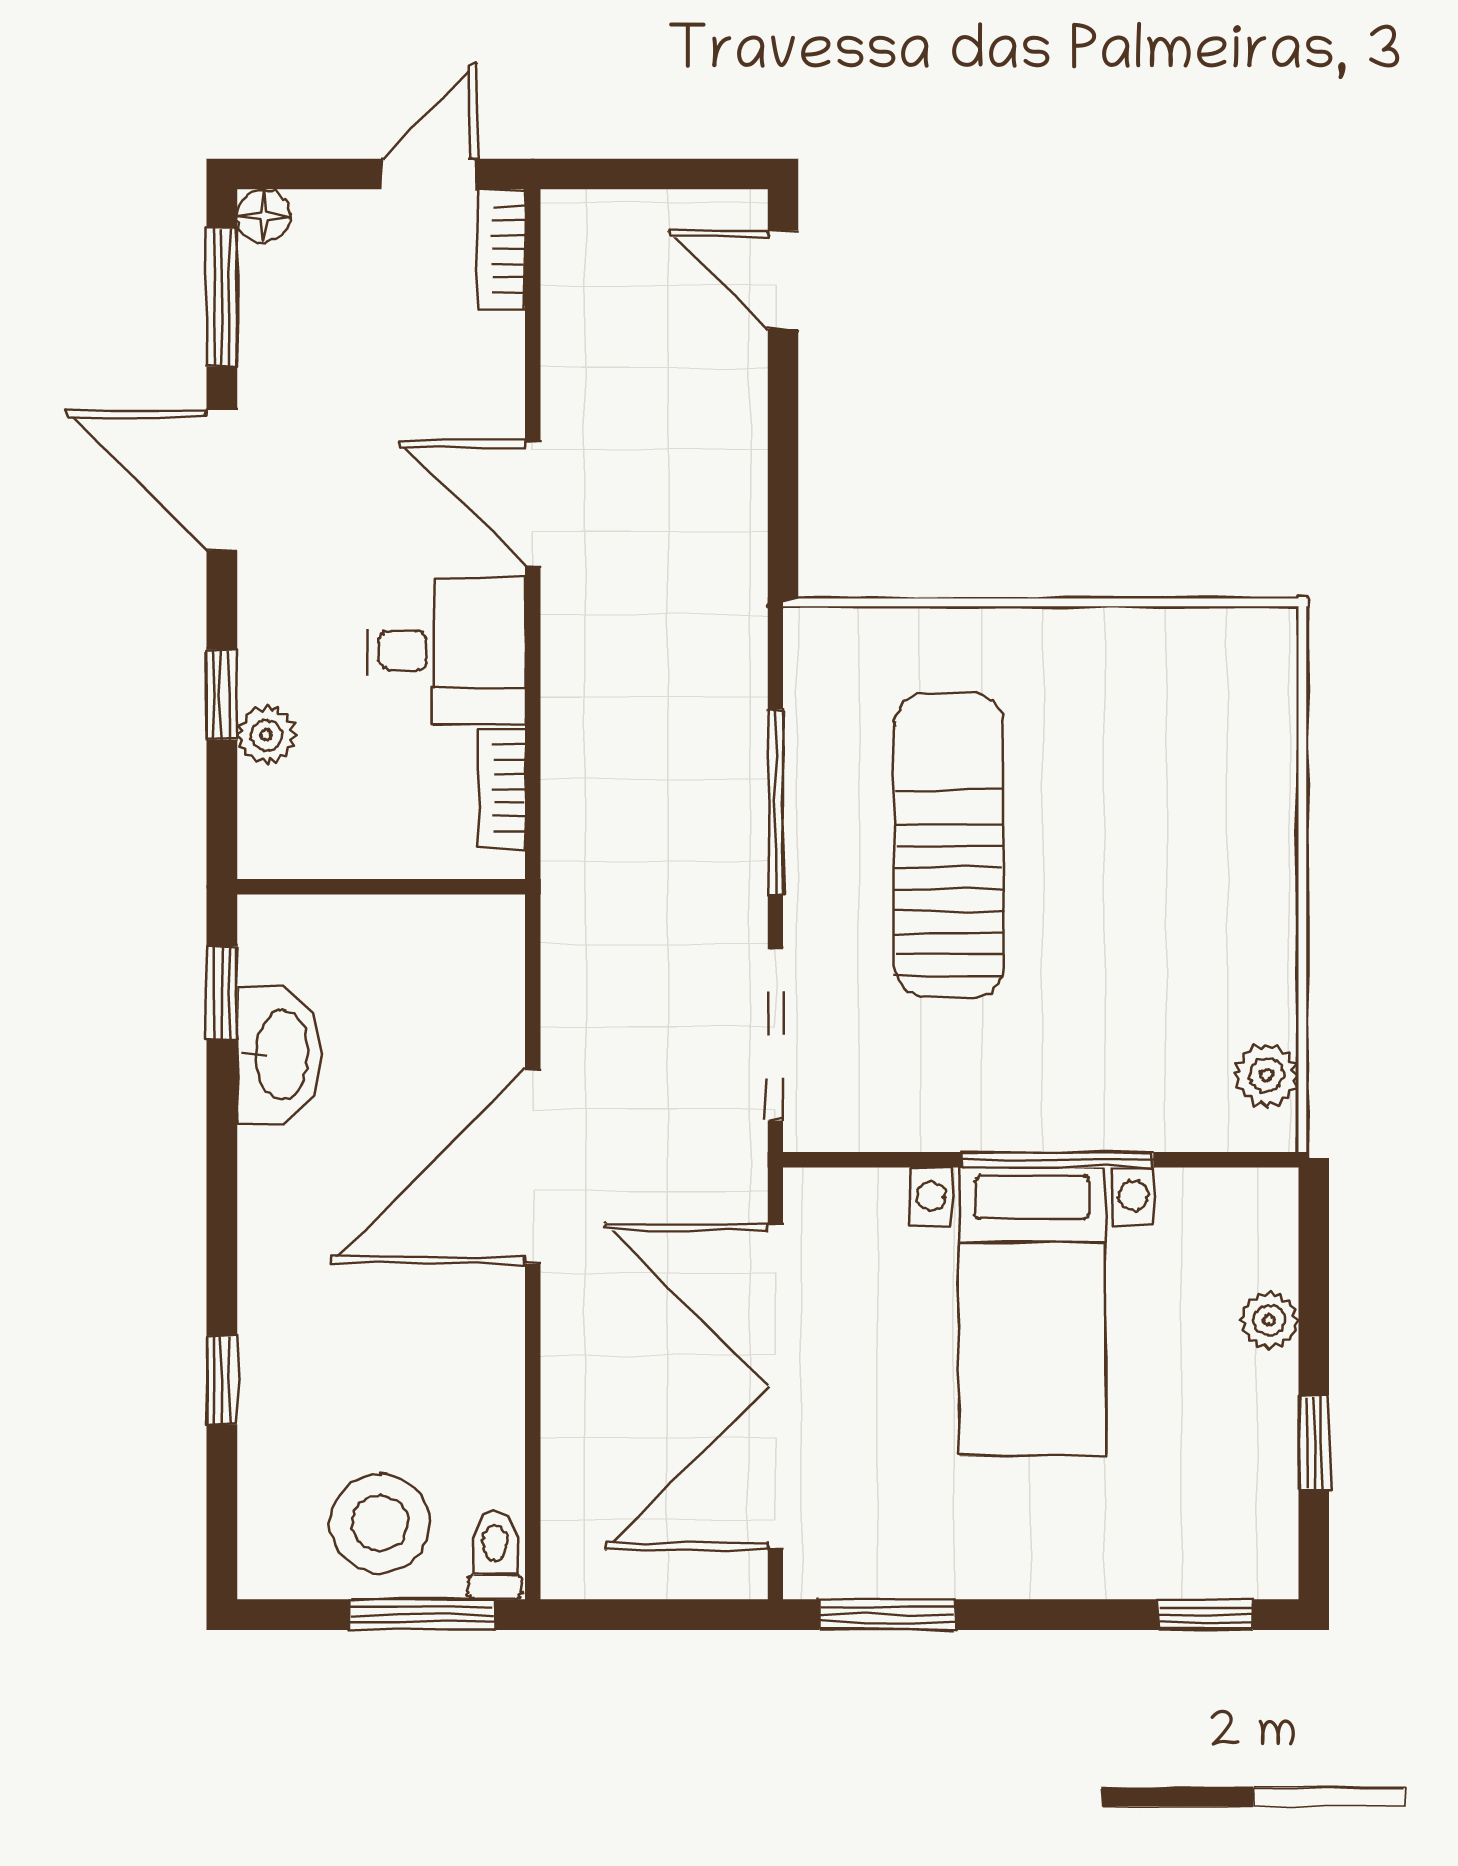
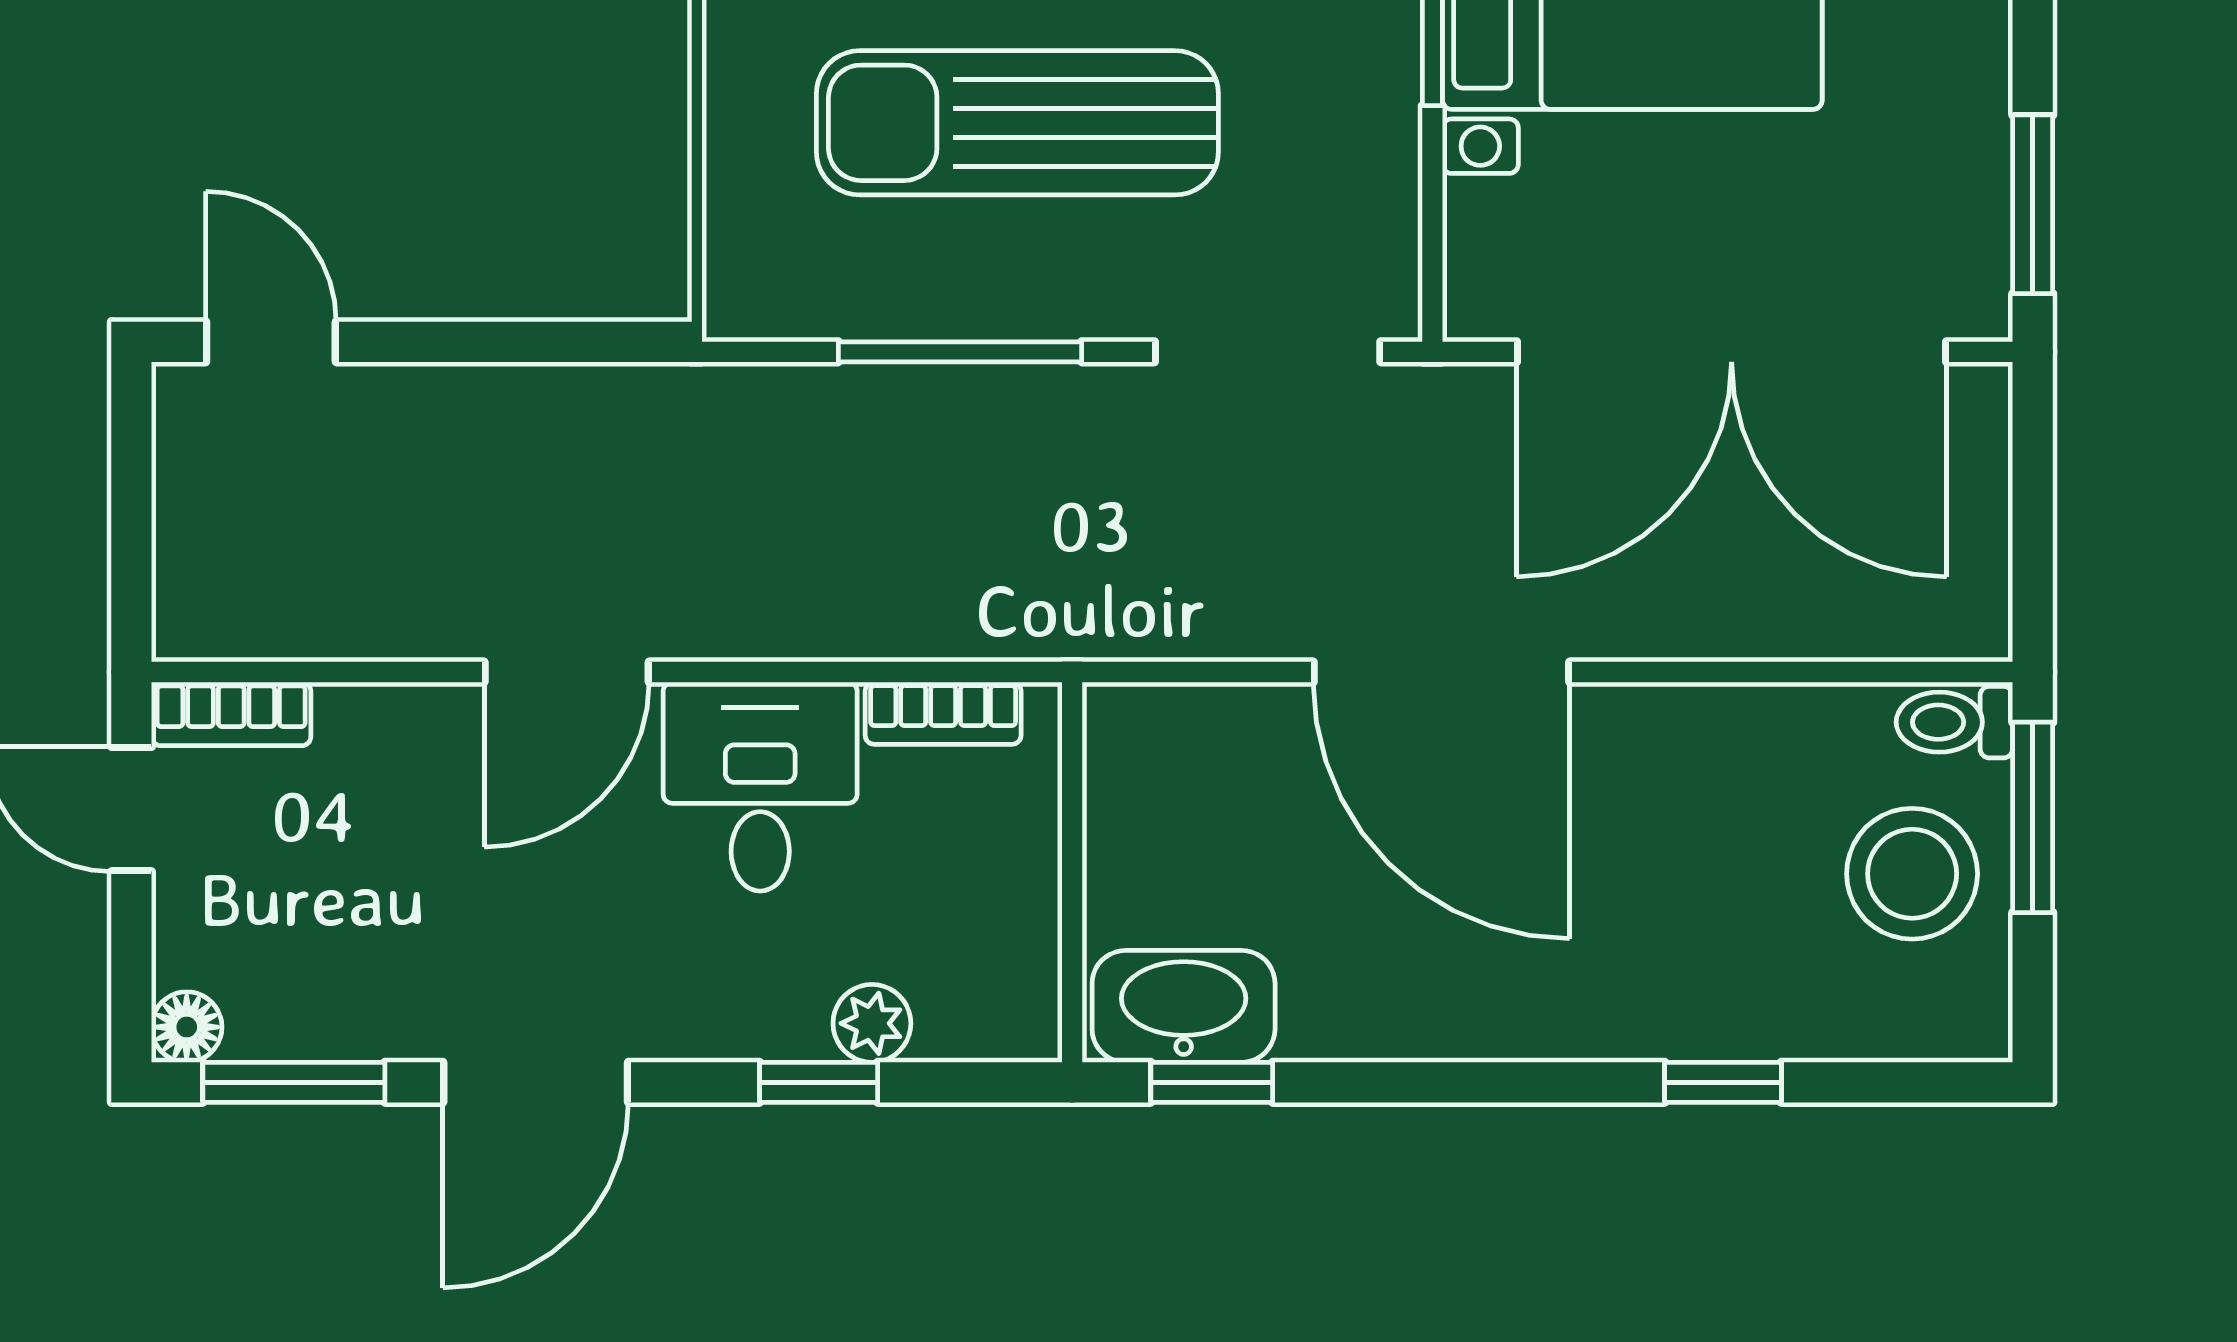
door: (783, 280) -> (271, 342), swing flipped
washbasin: (279, 1055) -> (1184, 1006), moved

